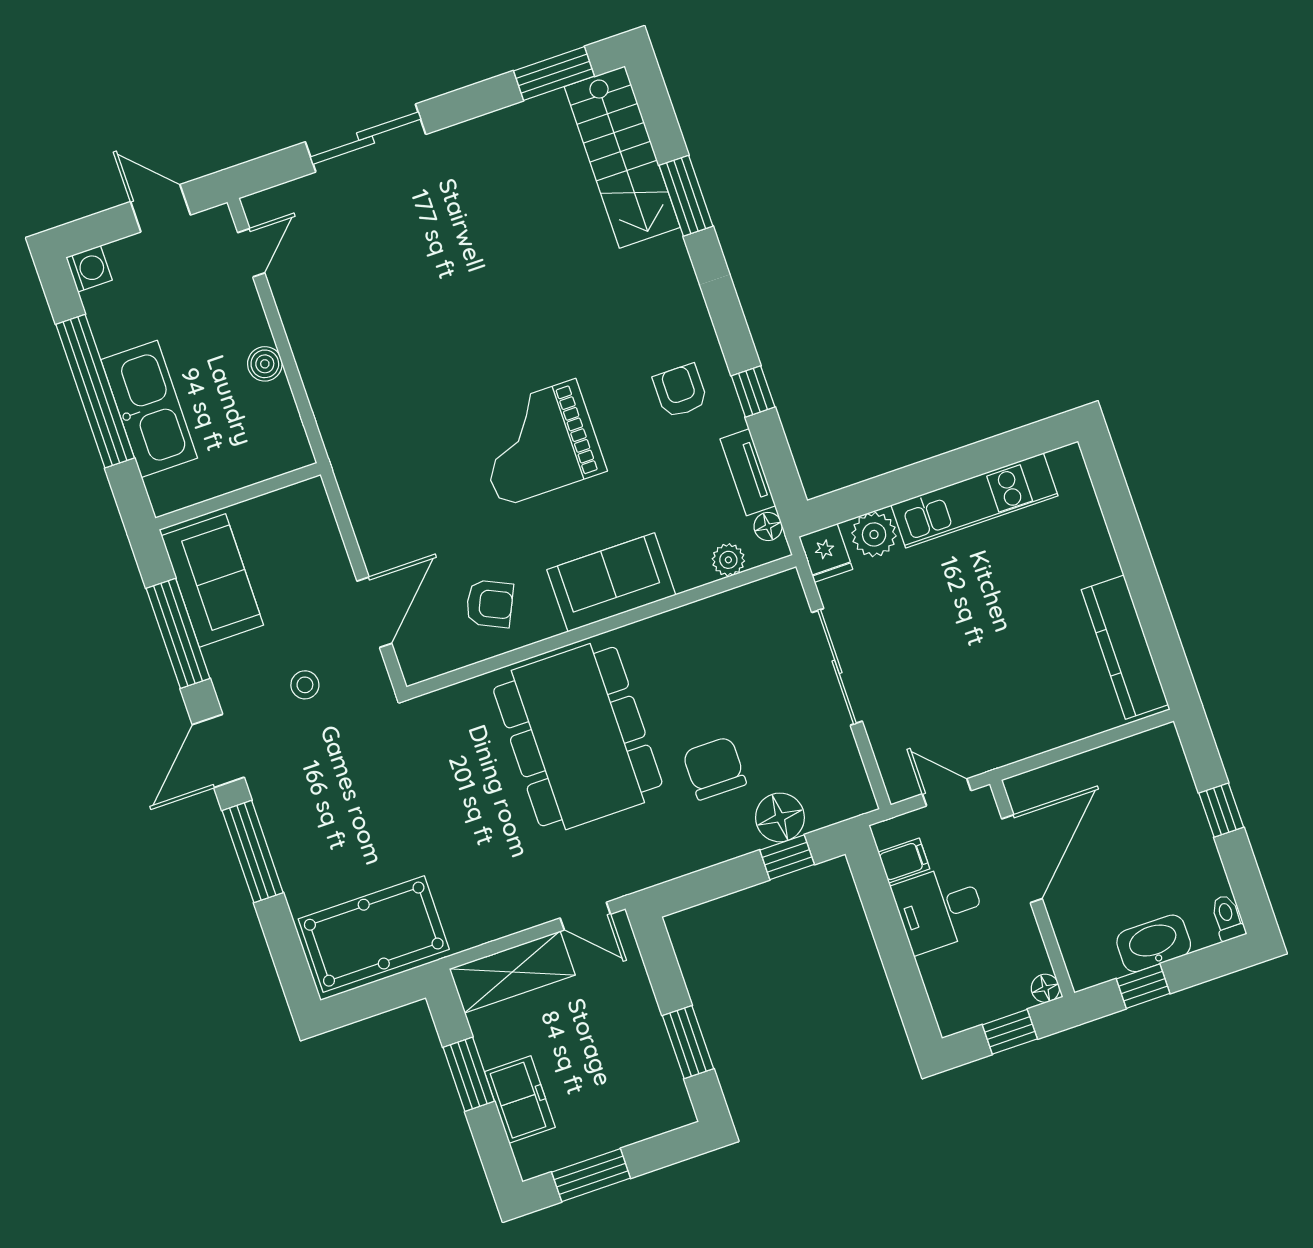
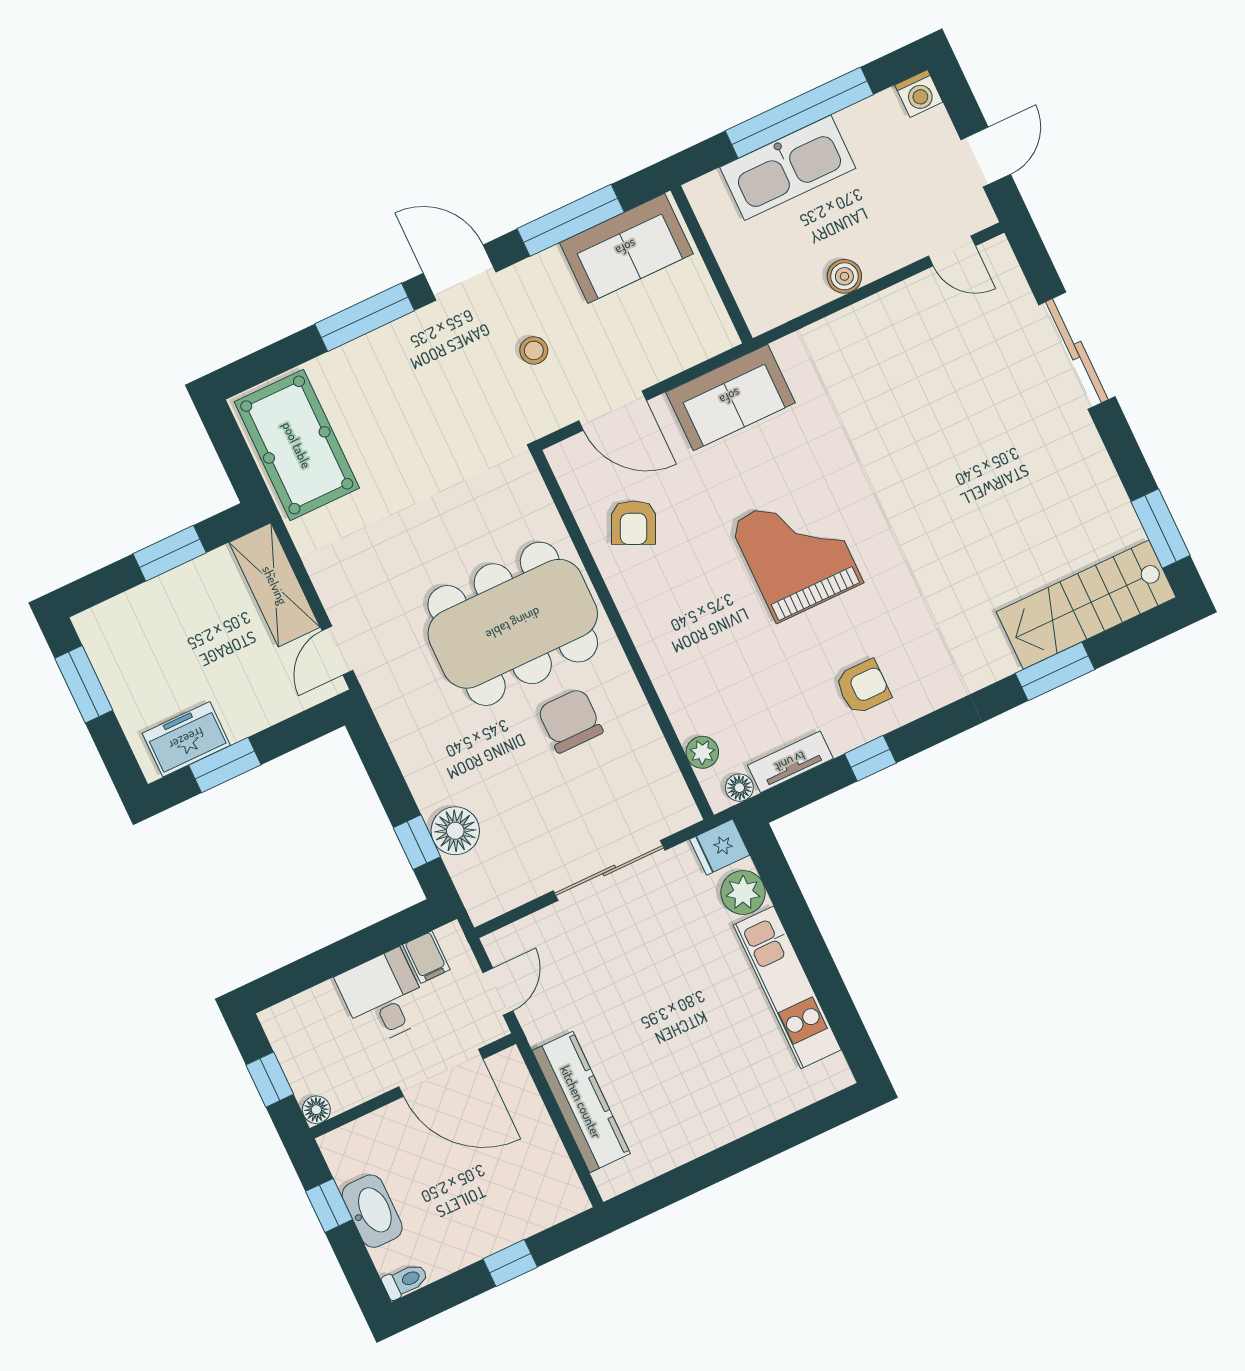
sofa: (611, 582) -> (730, 397), moved, turned 90
kitchen counter: (1125, 647) -> (581, 1102), moved, turned 90
chair: (714, 768) -> (570, 720), moved, turned -90
freezer: (520, 1100) -> (186, 739), moved, turned 180

